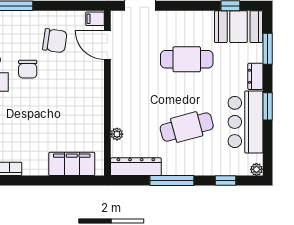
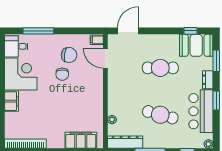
chair: (28, 69) -> (62, 74), moved
cafe table: (187, 127) -> (160, 115), turned 30

